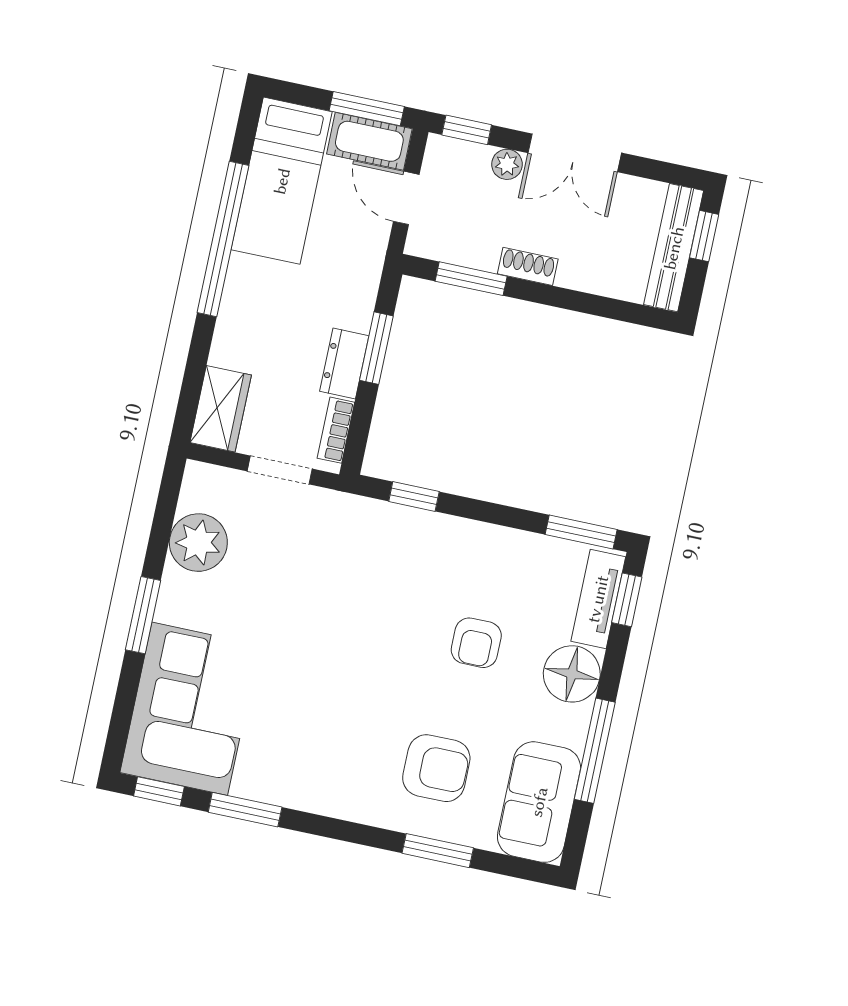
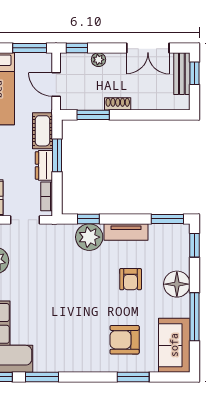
cot: (369, 141) -> (43, 131), moved, turned 90
double door: (575, 153) -> (148, 48), moved
bench: (674, 248) -> (182, 74), width x0.73
plant: (408, 535) -> (89, 237), added
tv unit: (598, 599) -> (126, 232), moved, turned -90
armchair: (436, 768) -> (125, 340), turned 180

